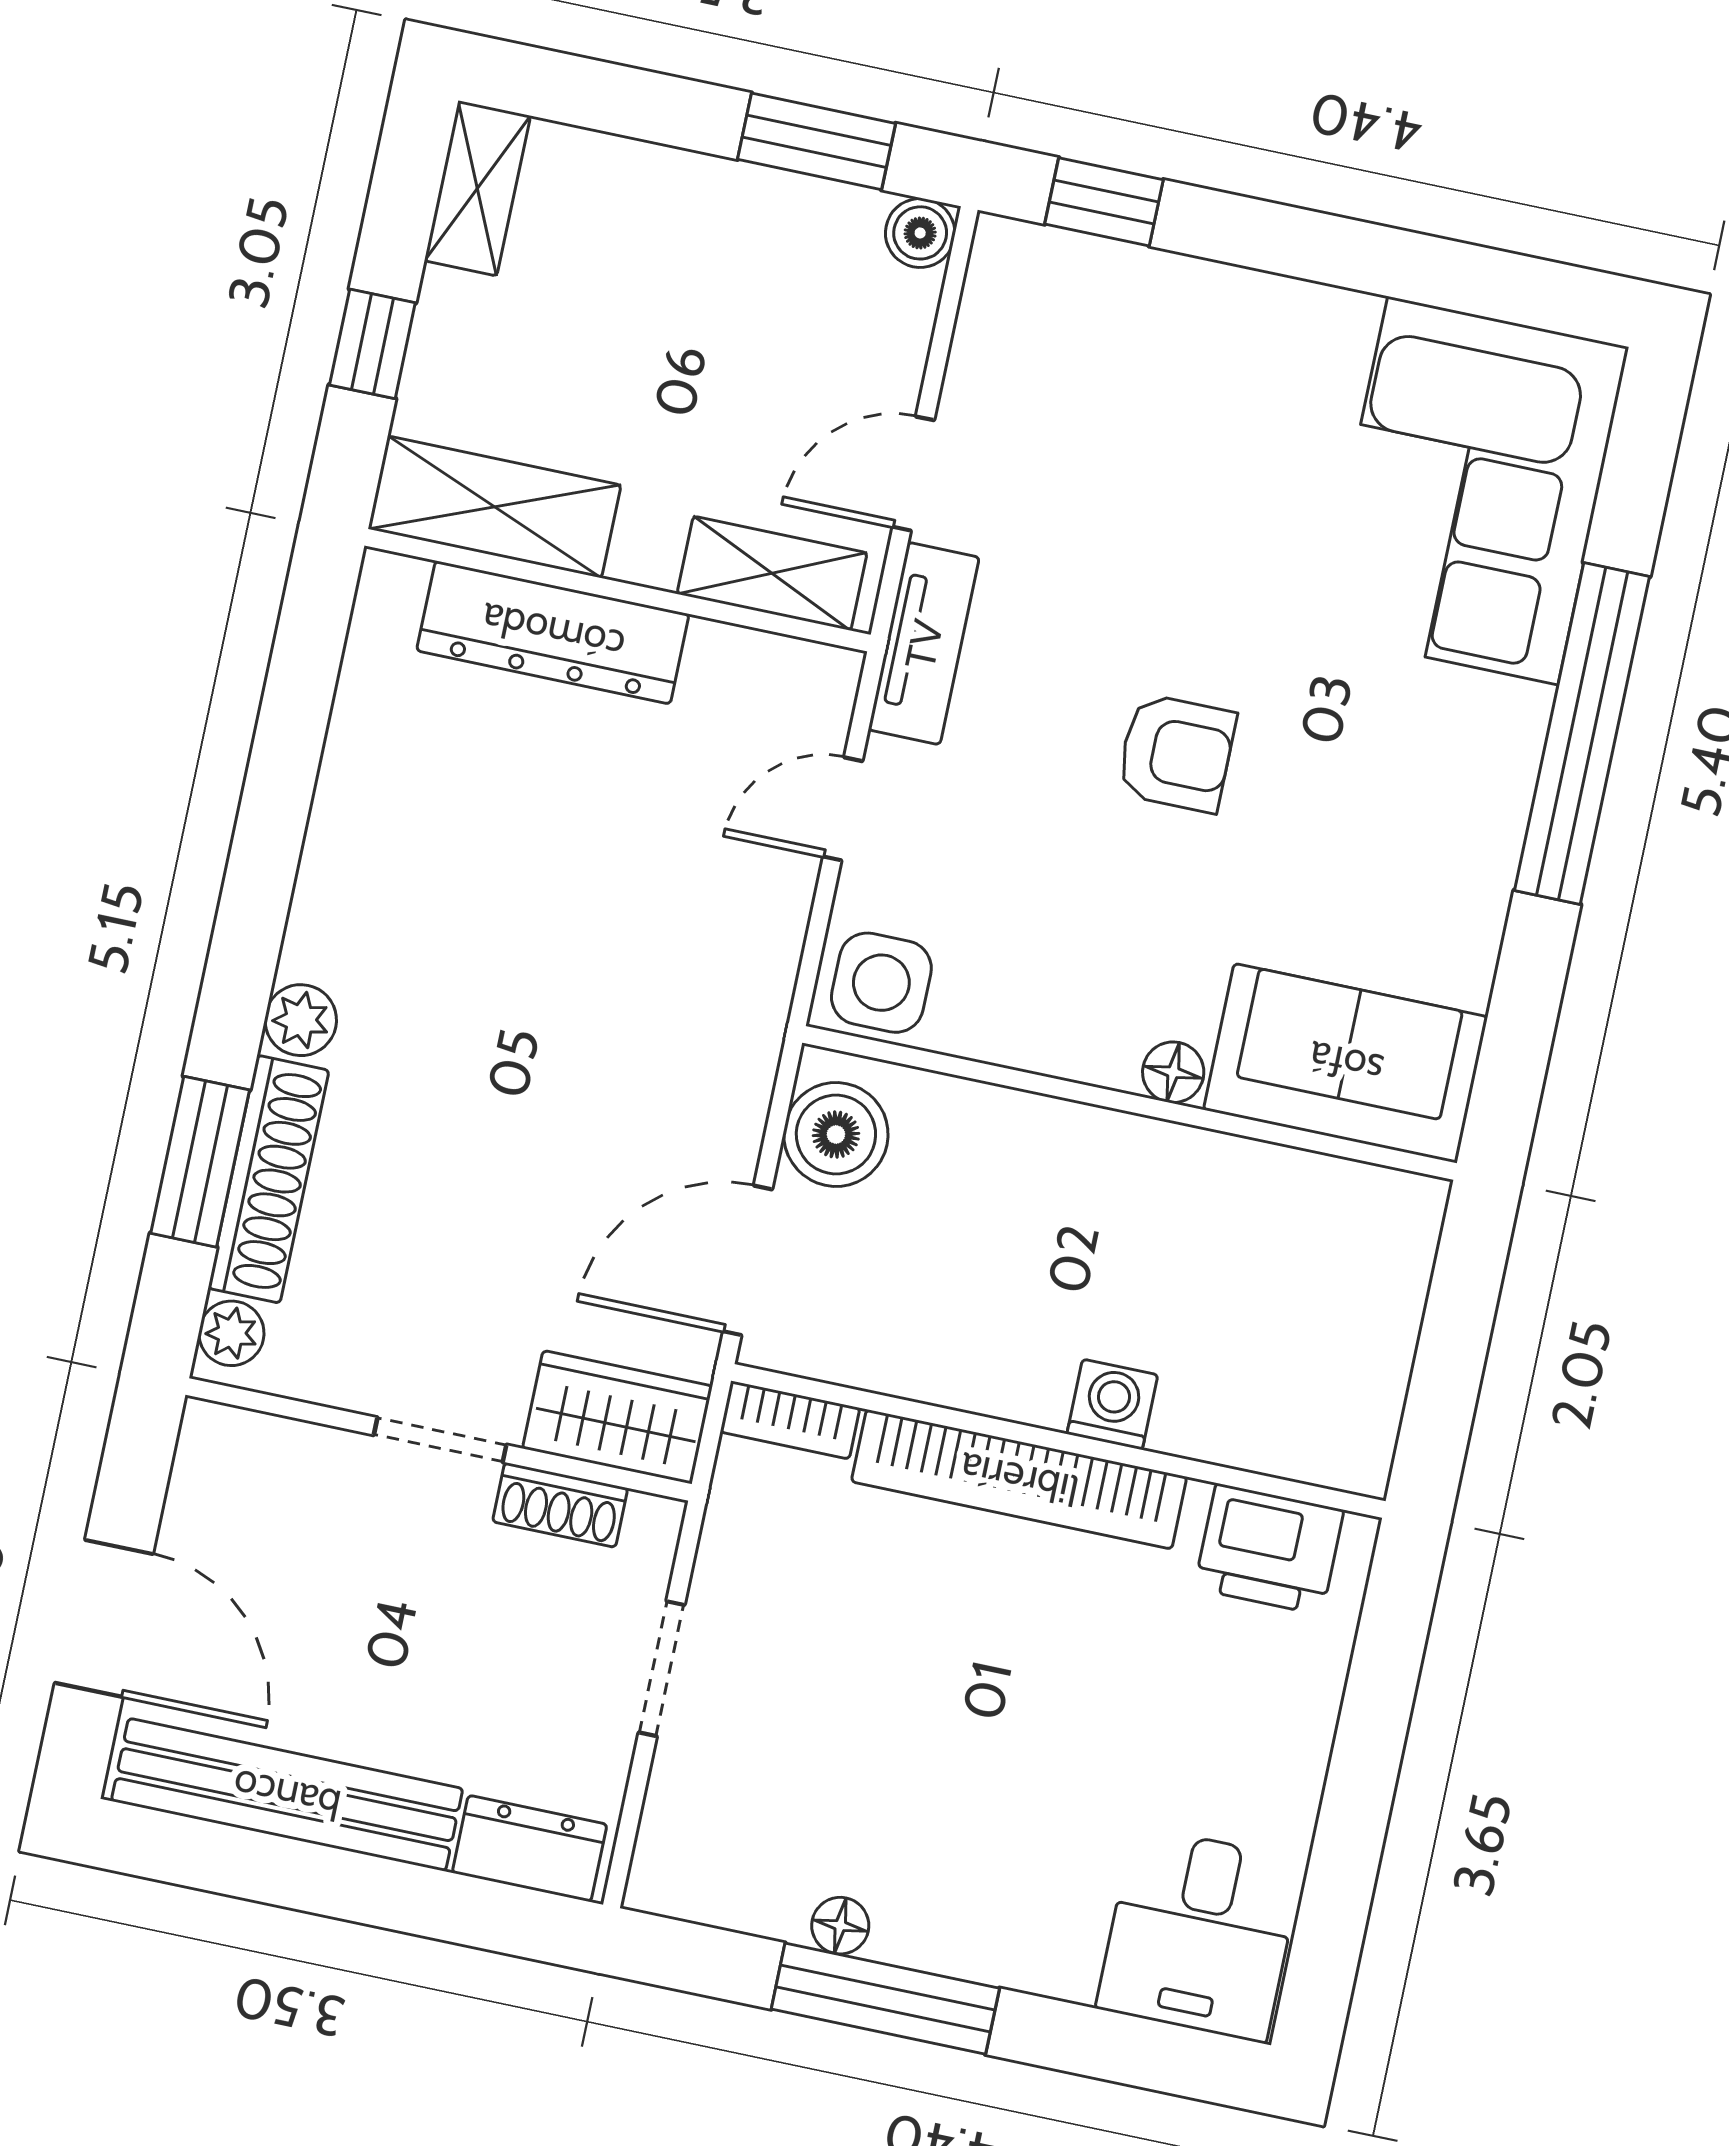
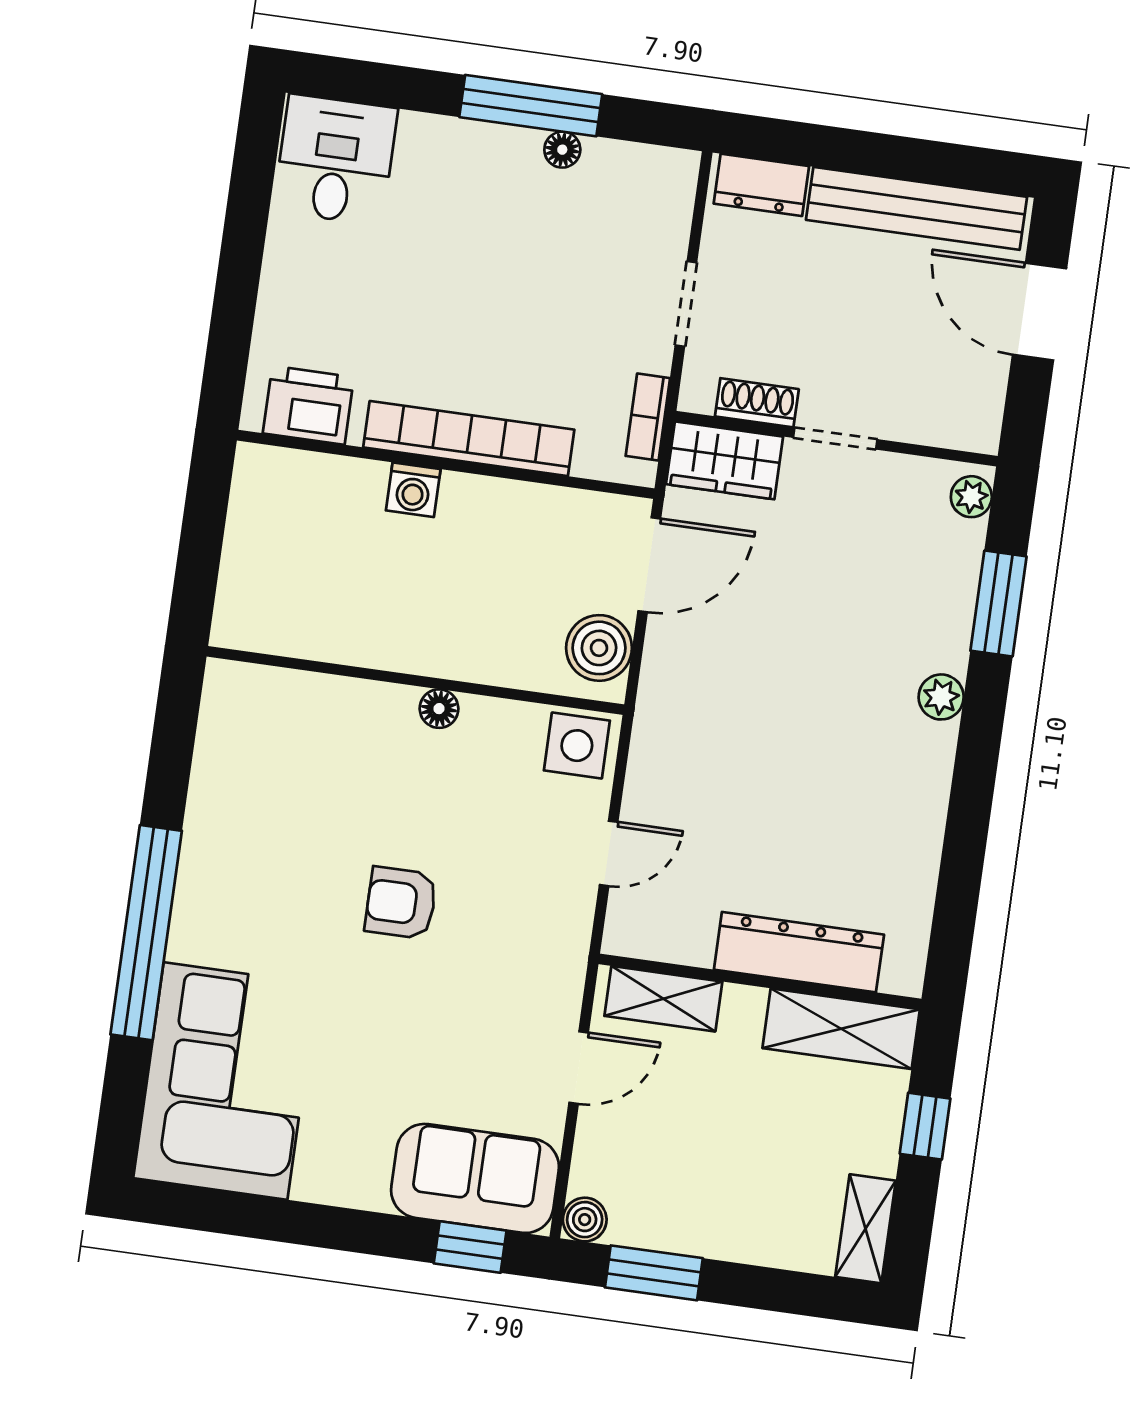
tv unit: (924, 644) -> (565, 961), removed
sofa: (1346, 1063) -> (475, 1178), moved, turned 180
floor lamp: (1173, 1072) -> (439, 709), moved
shoe rack: (268, 1179) -> (955, 595), removed
bookcase: (790, 1420) -> (648, 417), moved, turned -90

